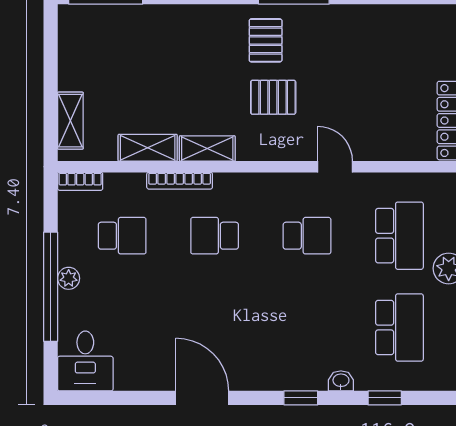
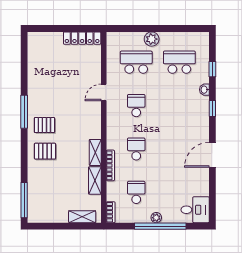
pallet: (273, 97) -> (45, 151), moved, turned 90
school desk: (215, 236) -> (136, 149), turned 180

